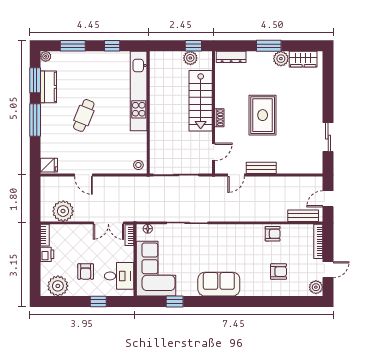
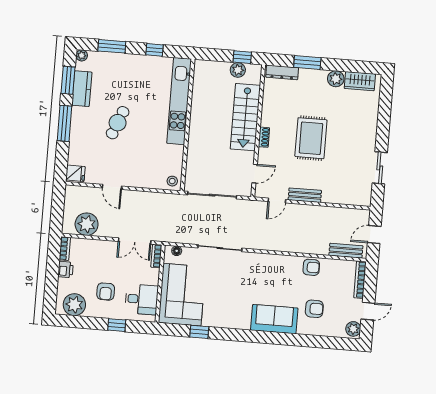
window: (269, 46) -> (307, 62), moved
sofa: (219, 284) -> (274, 319), moved

